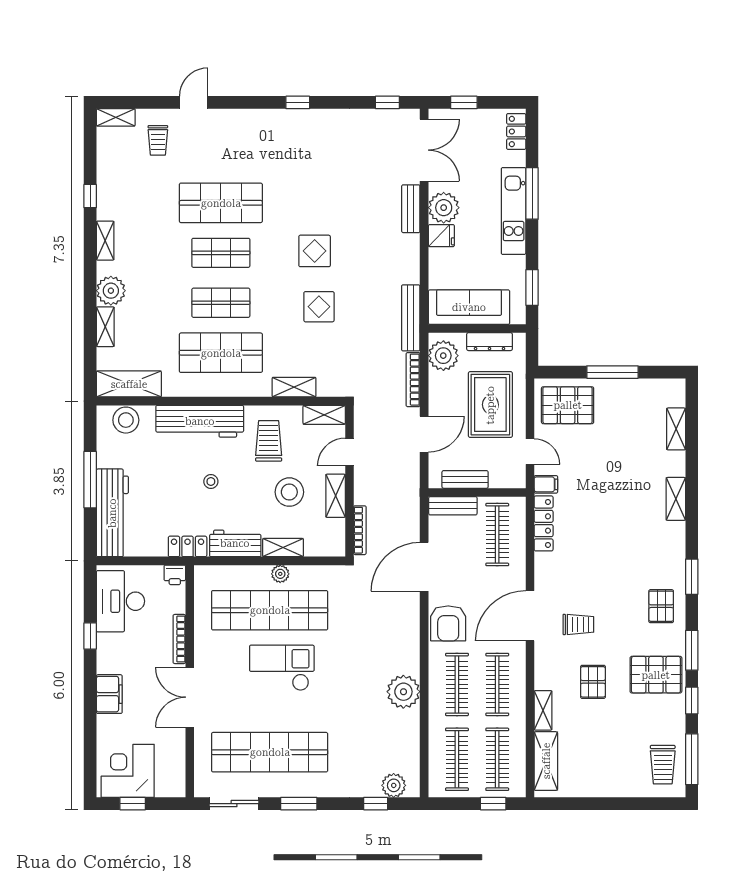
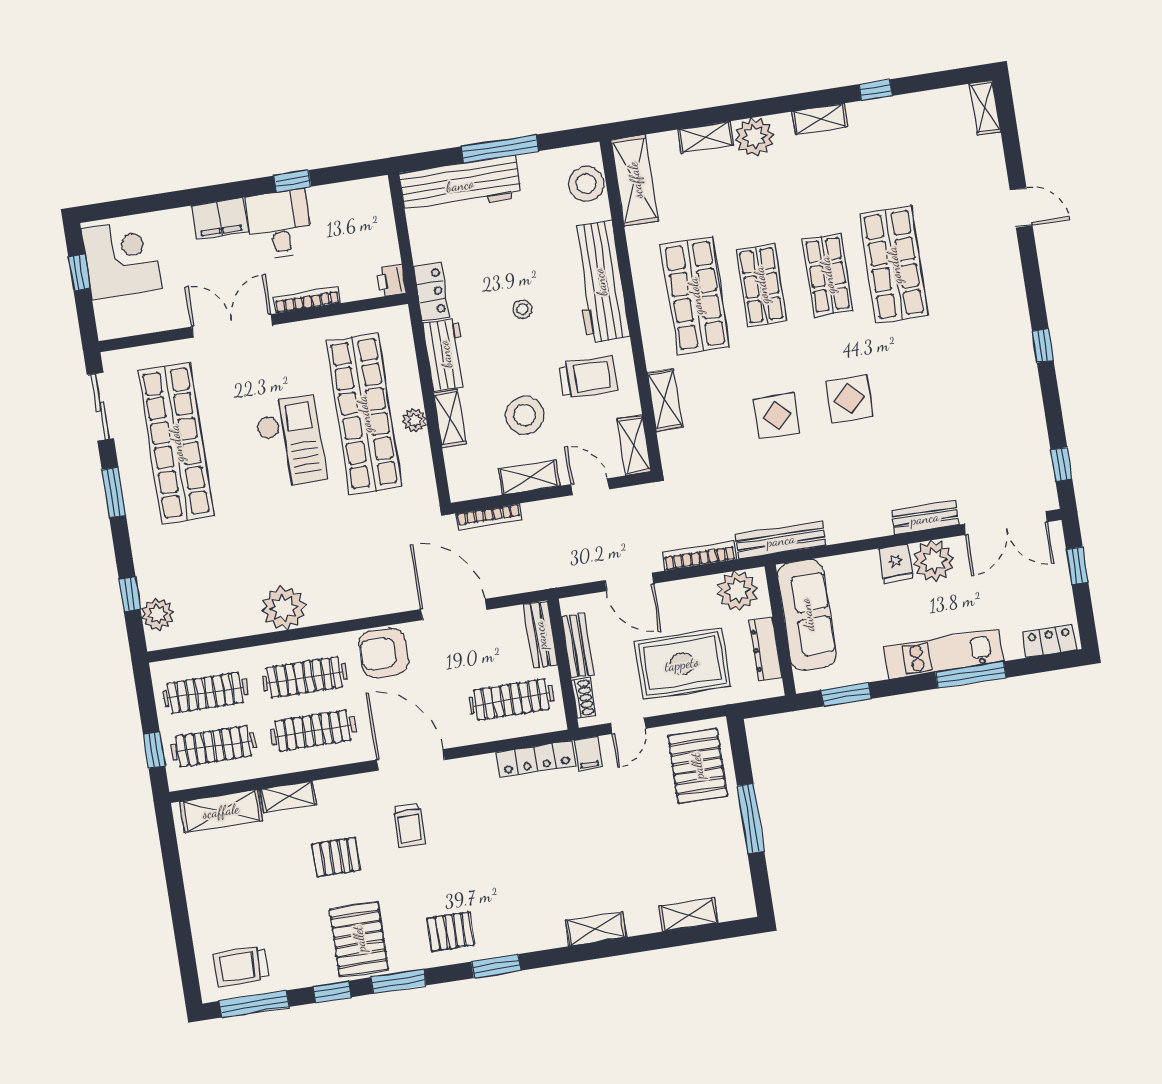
trolley: (158, 140) -> (964, 168), removed
shoe rack: (504, 481) -> (584, 698), added
desk: (120, 601) -> (279, 224), moved, width x0.73

